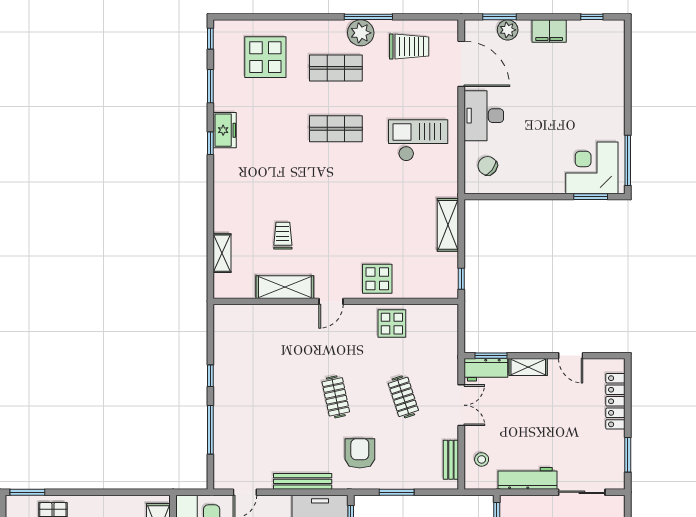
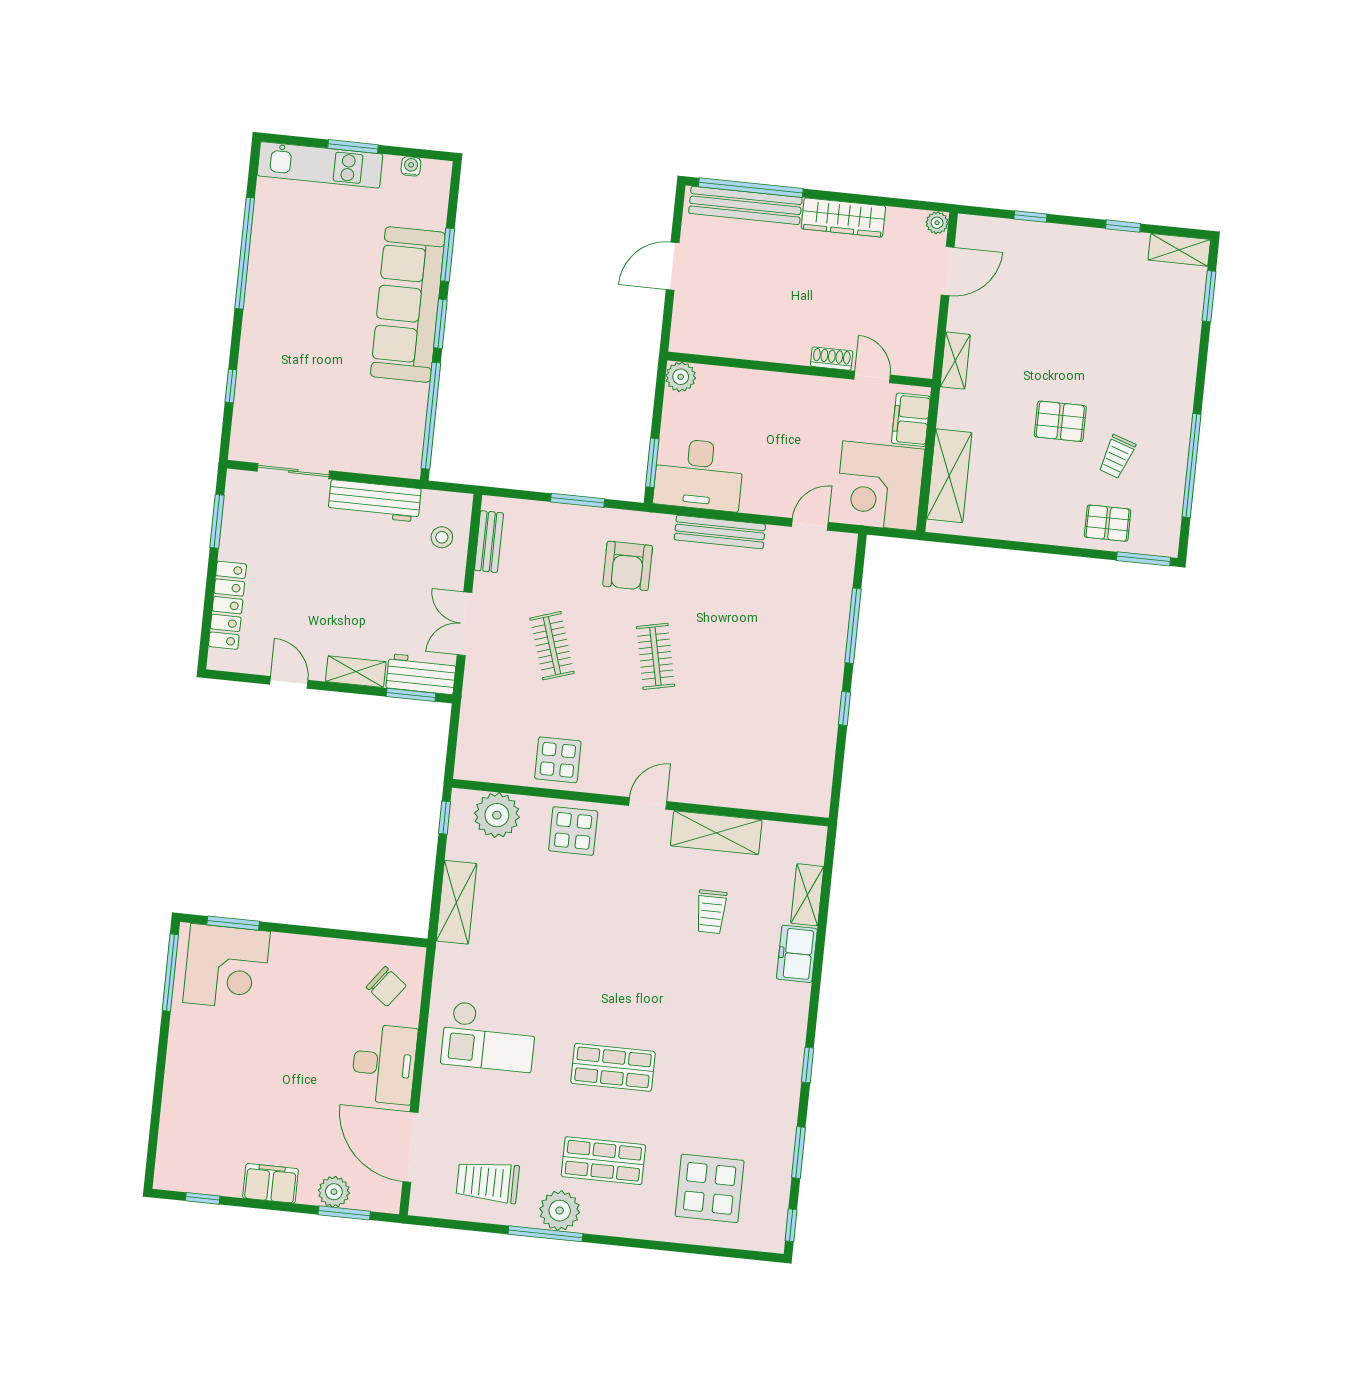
freezer: (225, 130) -> (797, 954), moved
plant: (428, 284) -> (497, 815), added

